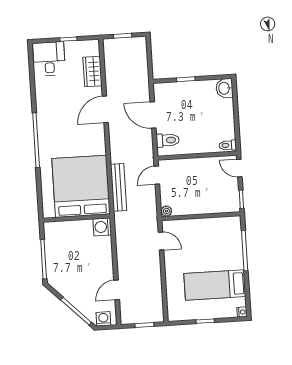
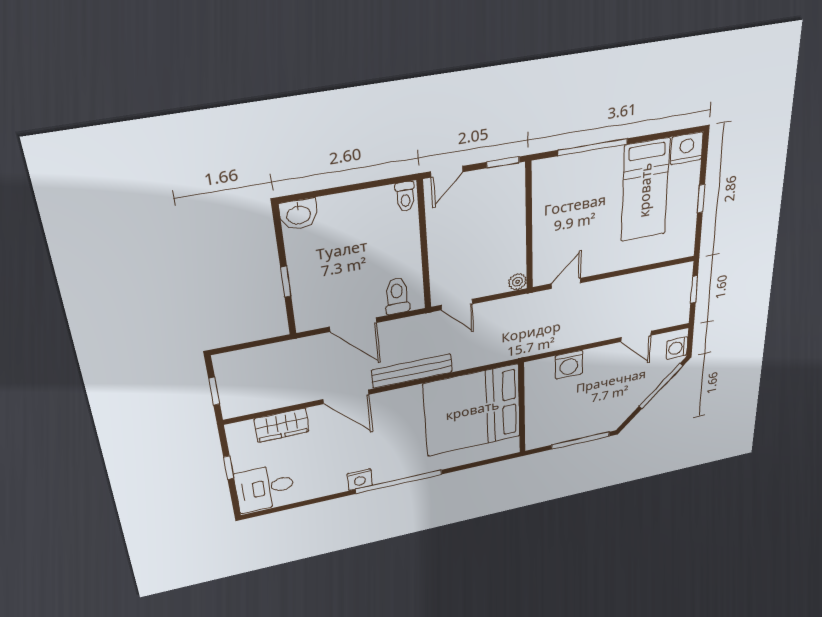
door: (153, 115) -> (353, 325), hinge flipped
nightstand: (43, 116) -> (360, 480), added
bench: (119, 187) -> (412, 371), moved
washing machine: (102, 227) -> (569, 365), moved
nightstand: (242, 312) -> (687, 148), width x1.89, depth x1.79

